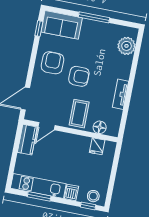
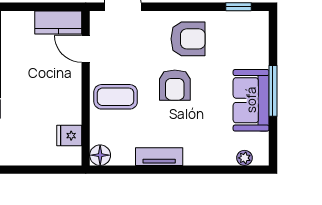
sofa: (62, 25) -> (251, 100), moved
plant: (126, 46) -> (244, 158), width x0.53, depth x0.53
floor lamp: (100, 127) -> (100, 155), moved

